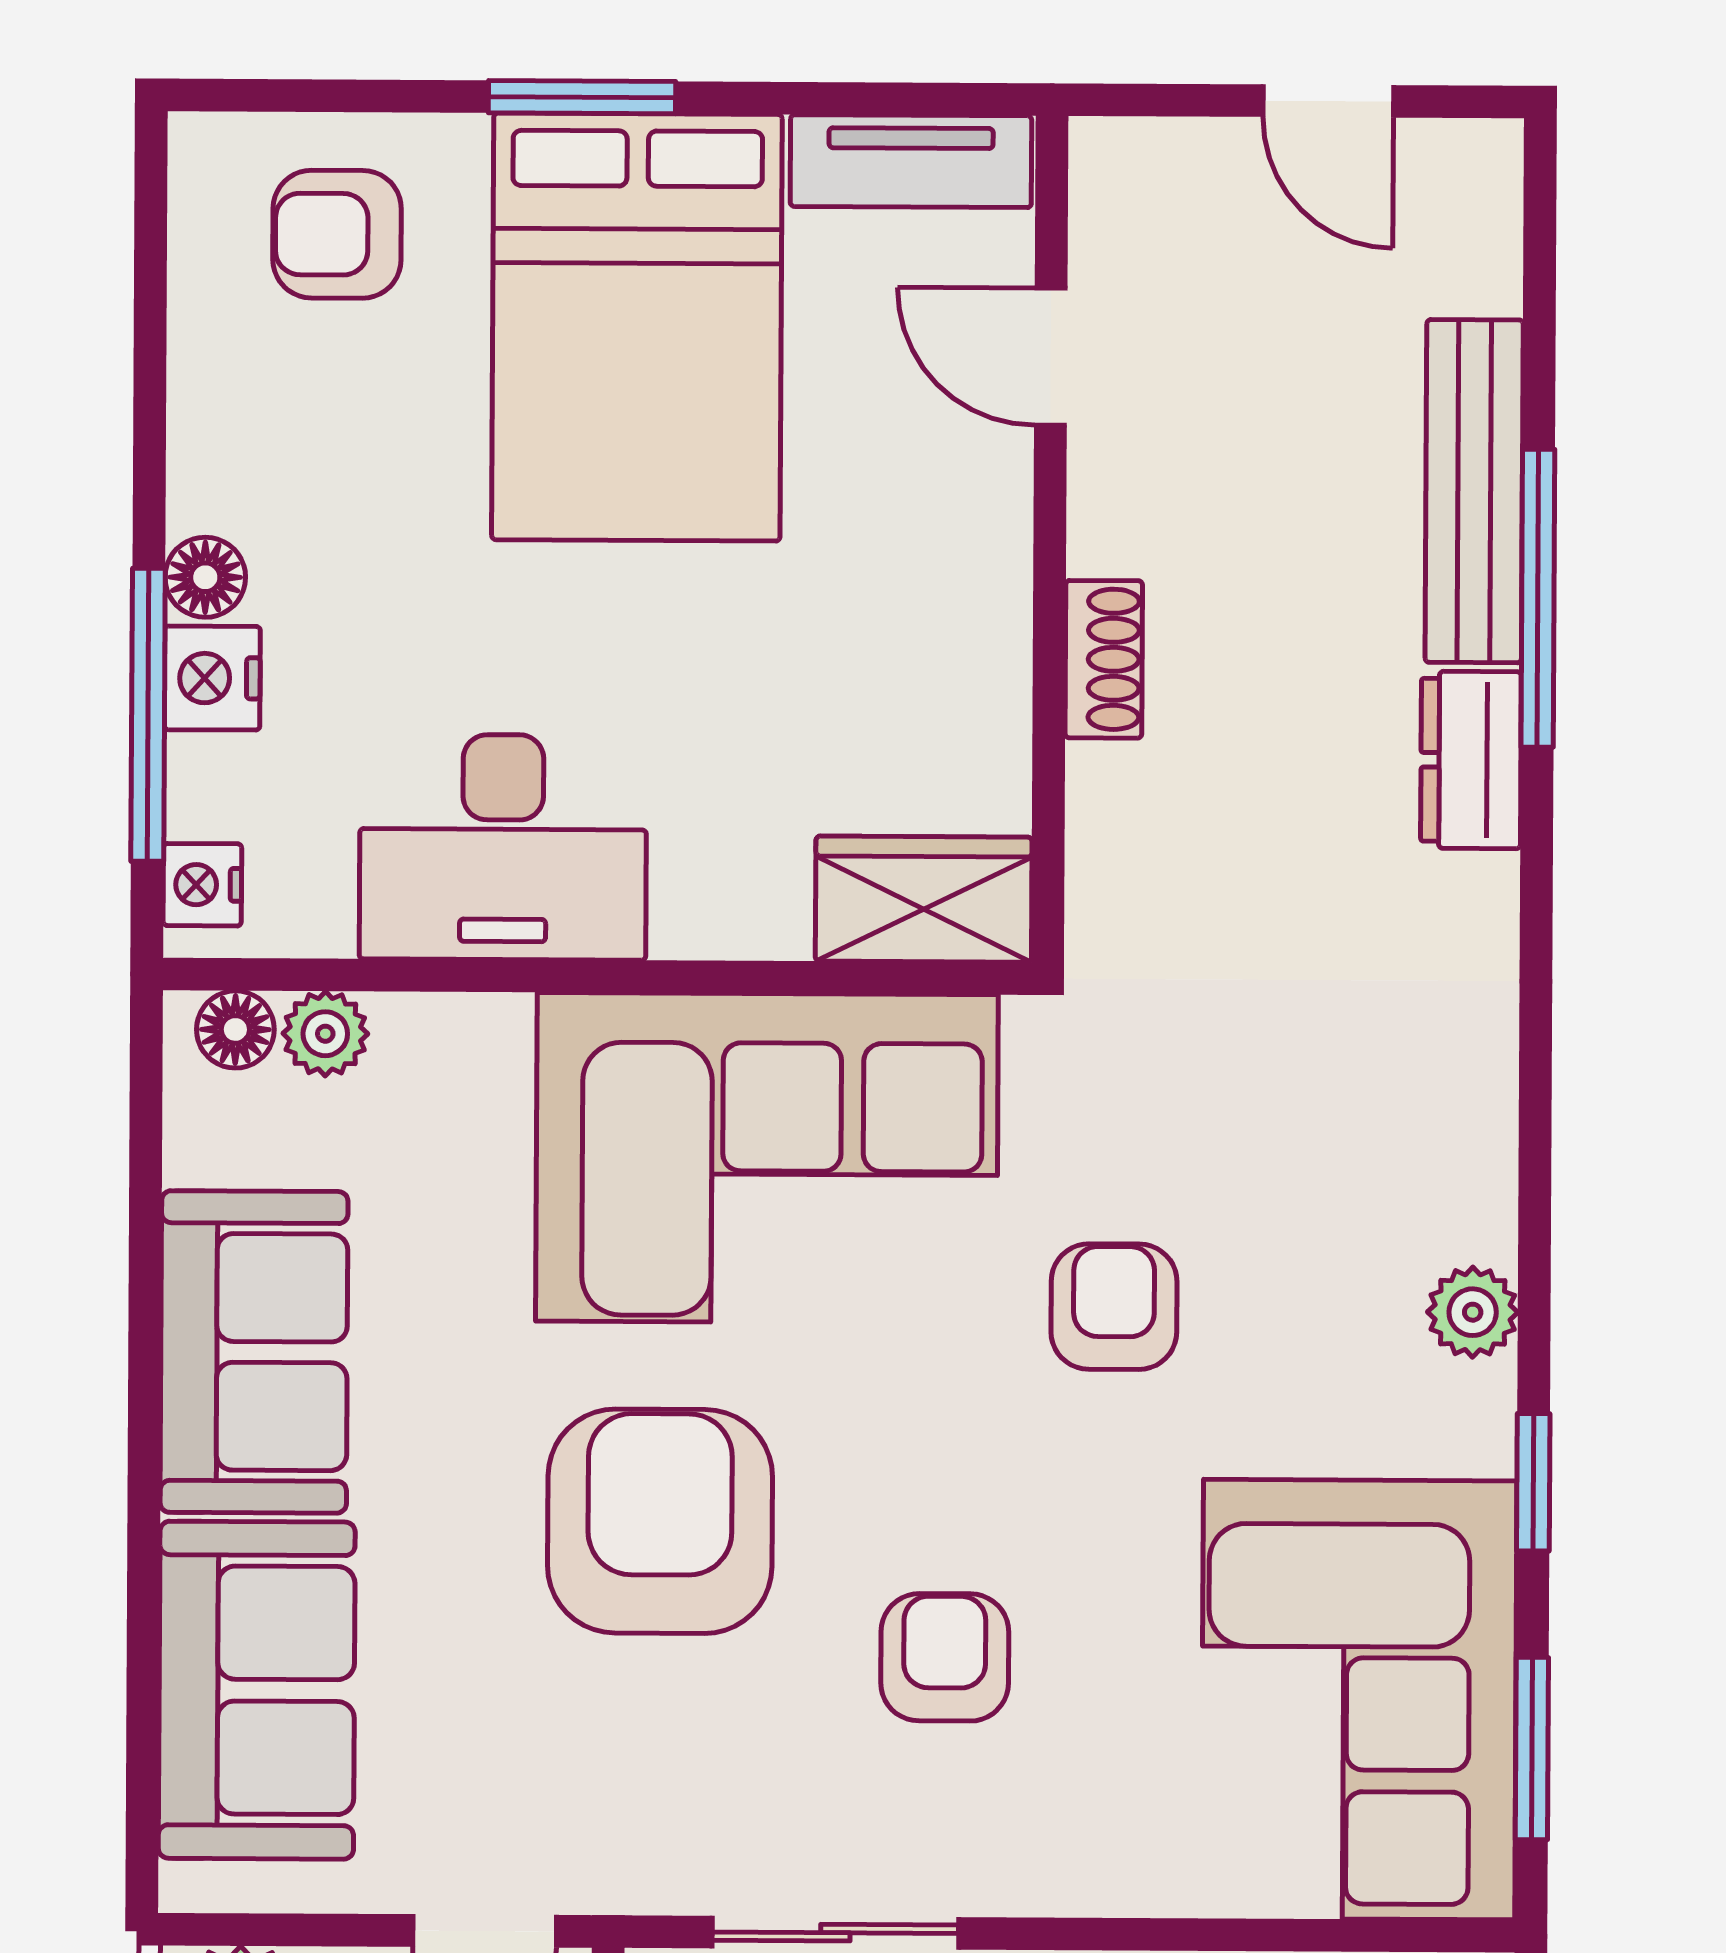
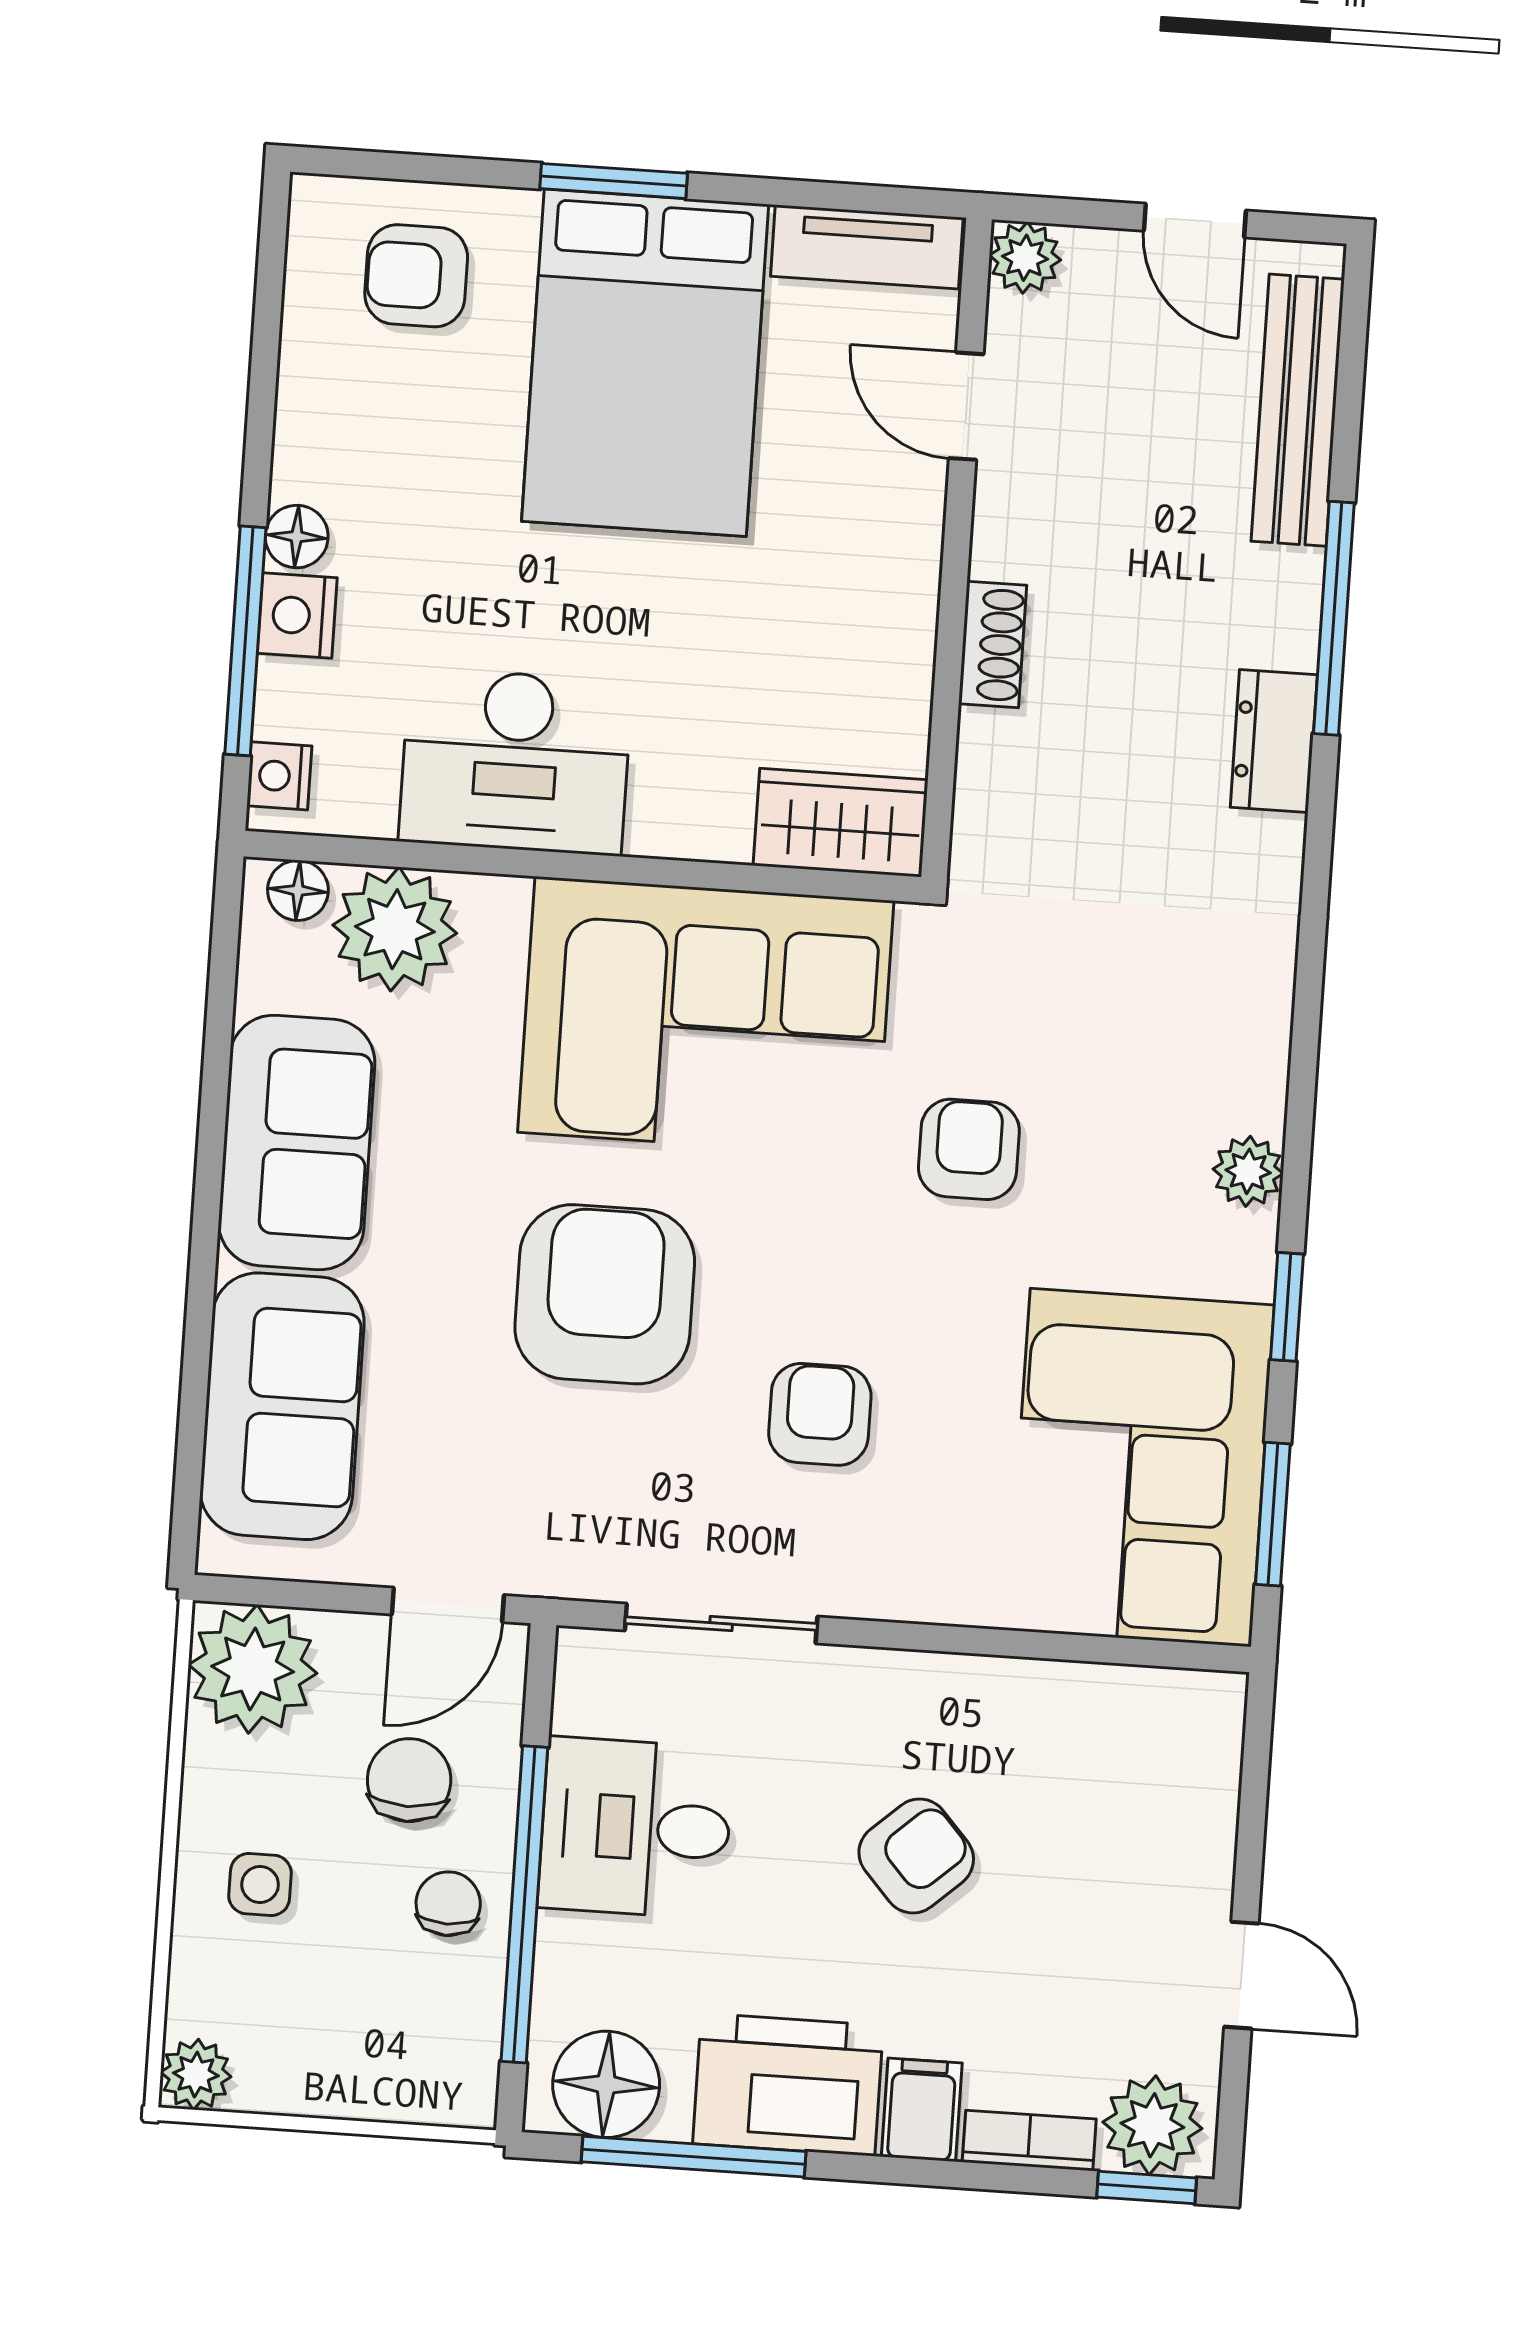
plant: (1114, 162) -> (1025, 258), added
bench: (1474, 491) -> (1298, 410), moved
plant: (325, 1034) -> (395, 929), width x1.88, depth x1.88

